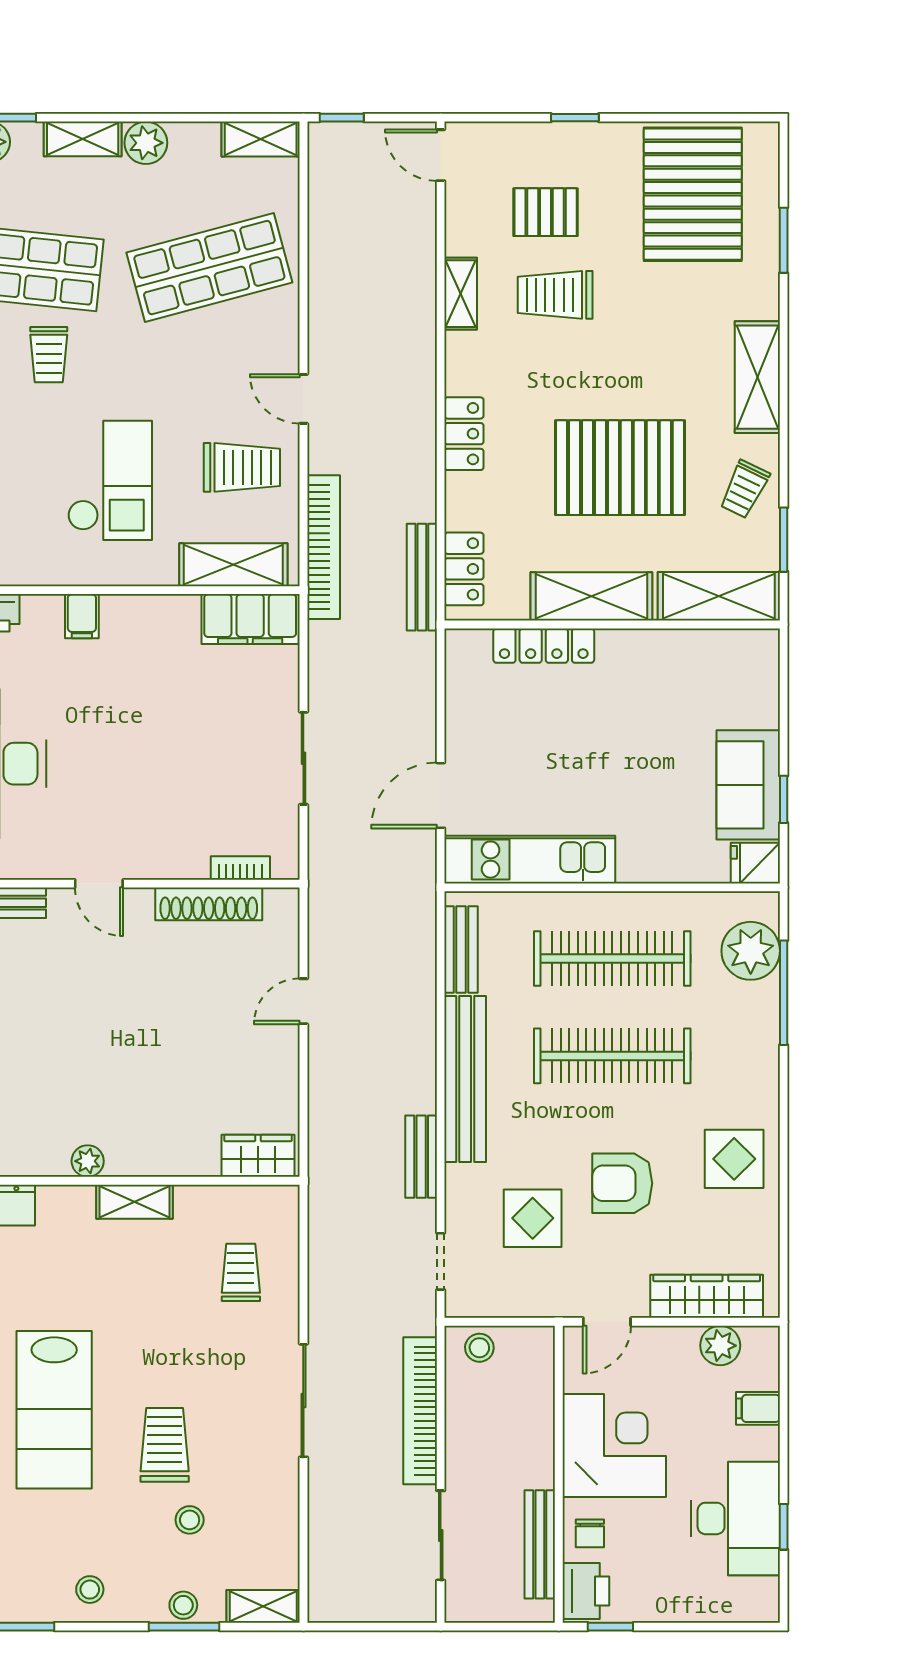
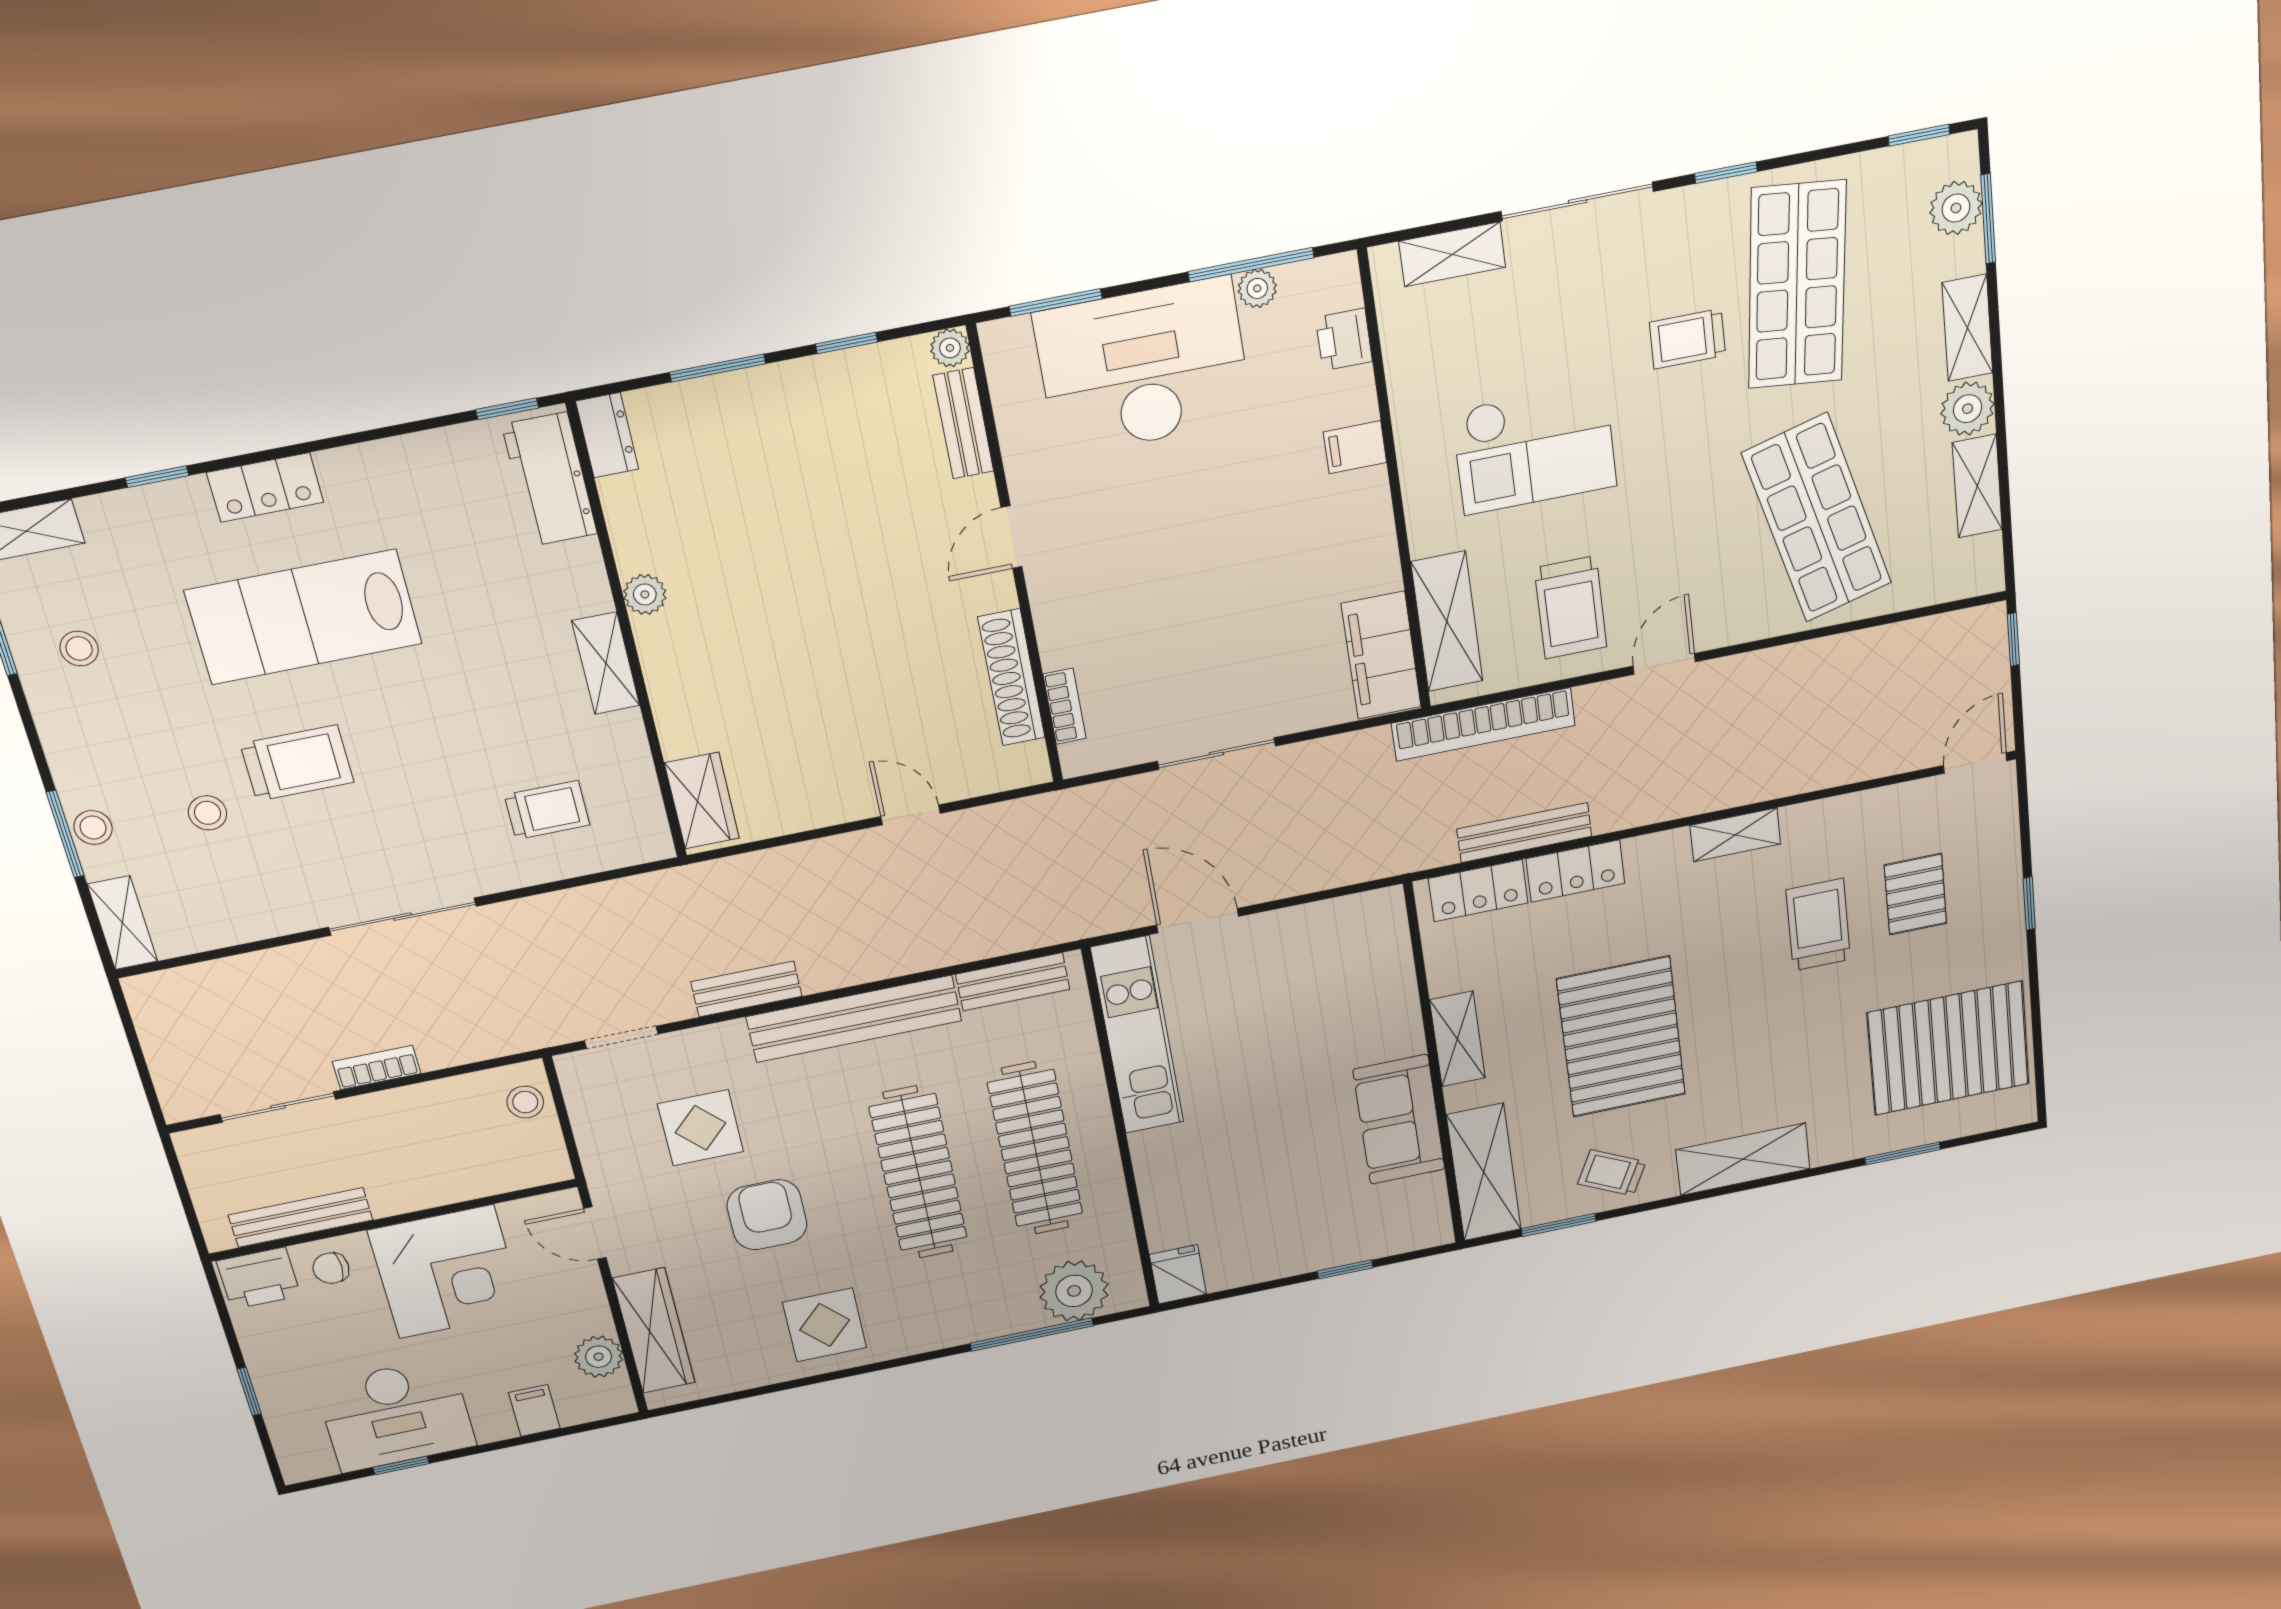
shelving: (261, 139) -> (1977, 486), moved
shelving: (461, 294) -> (1735, 835), moved
locker: (464, 434) -> (1575, 871), moved
bench: (422, 577) -> (1524, 833), moved
shelving: (591, 596) -> (1457, 1039), width x0.67, depth x0.75
locker: (544, 646) -> (1398, 998), removed
sofa: (748, 785) -> (1399, 1120), moved, turned -90
window: (784, 799) -> (1345, 1269), moved
bookcase: (420, 1411) -> (377, 1067), width x0.43, depth x0.76
stool: (90, 1590) -> (79, 649), moved
window: (610, 1627) -> (249, 1391), moved

